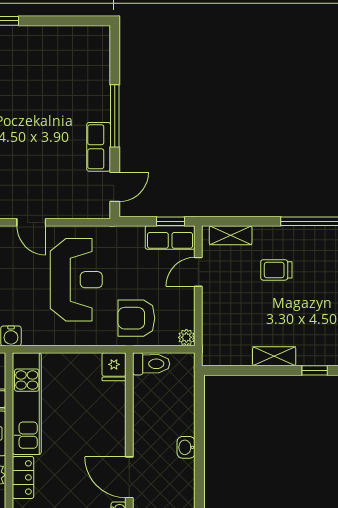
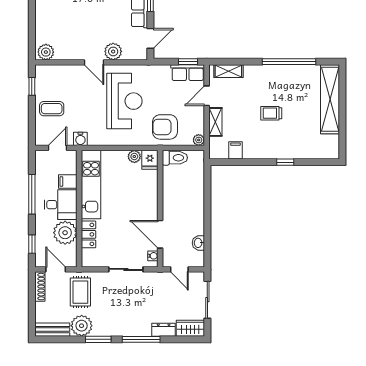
plant: (60, 206) -> (113, 51), added
trolley: (276, 270) -> (271, 113), moved
filing cabinet: (241, 353) -> (236, 150), added
shelving: (274, 356) -> (215, 122), moved, turned 90
plant: (91, 362) -> (134, 156), added
washbasin: (186, 447) -> (198, 243), moved

